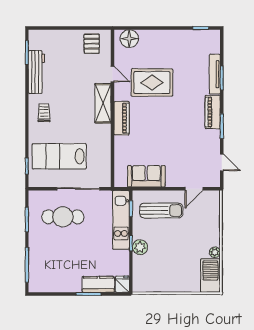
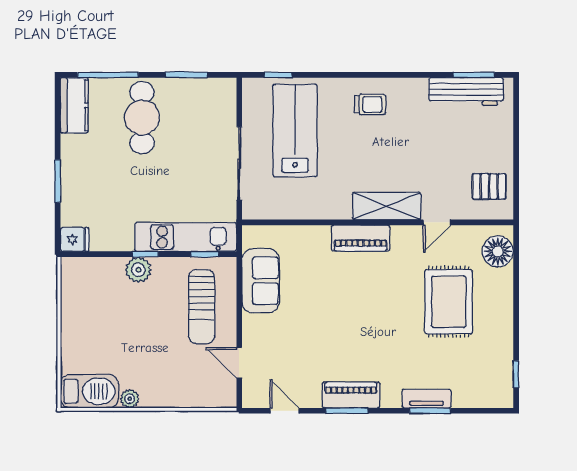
workbench: (37, 72) -> (466, 92), moved
tv unit: (215, 74) -> (427, 399), width x0.71
rug: (152, 83) -> (449, 302), moved
piano: (213, 112) -> (351, 395), moved
door: (222, 162) -> (284, 411), swing flipped
cafe table: (63, 217) -> (142, 118), moved
kitchen counter: (98, 284) -> (74, 105), moved

